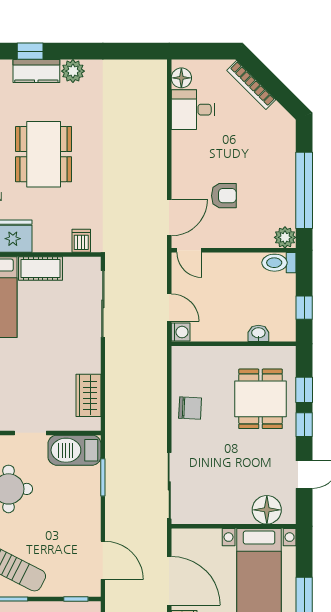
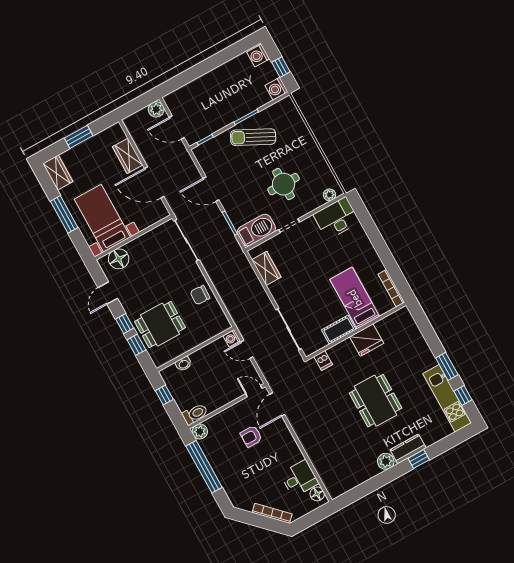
dining table: (261, 399) -> (160, 325), turned 90
door: (103, 560) -> (211, 189), moved

